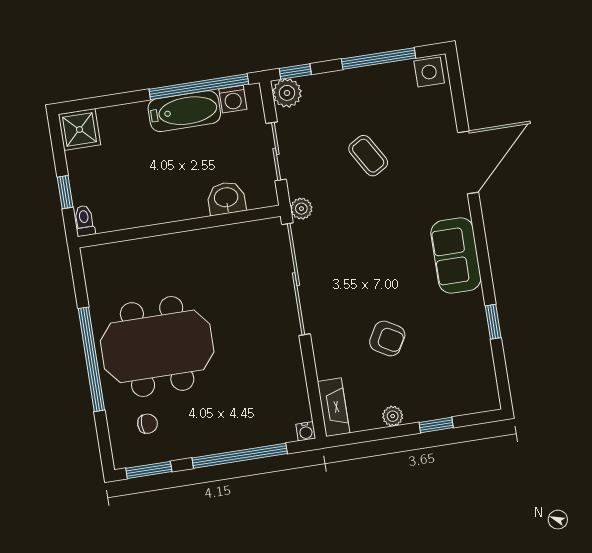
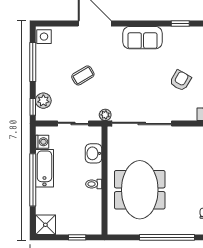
window: (199, 87) -> (33, 180), moved
plant: (287, 93) -> (43, 101), moved
toilet: (84, 221) -> (94, 184), moved
meeting table: (157, 346) -> (140, 190), moved

